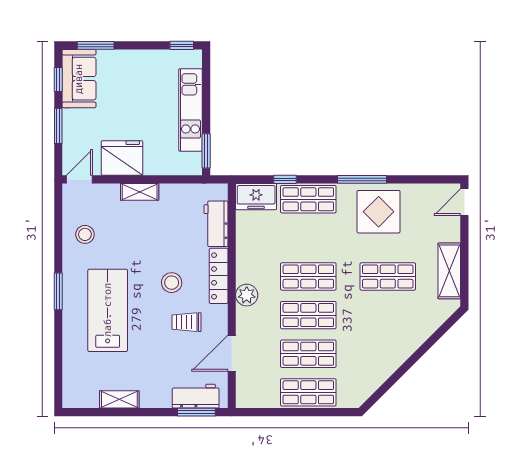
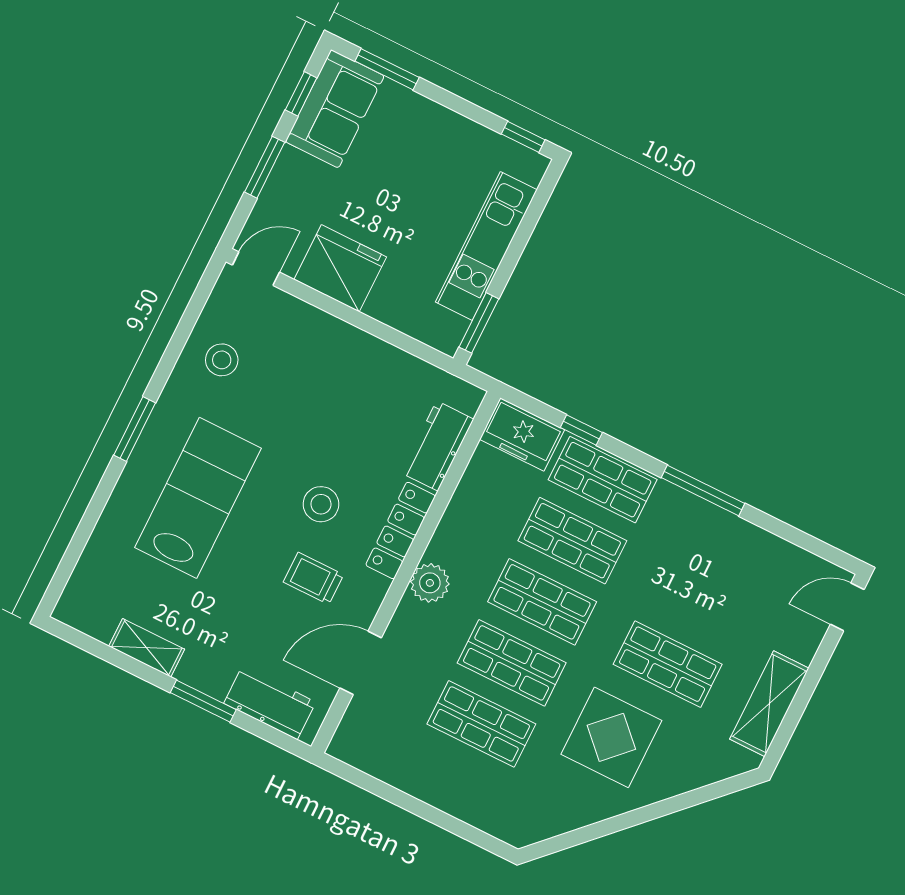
shelving: (140, 192) -> (342, 336), removed
display table: (379, 212) -> (611, 737), moved
shop shelf: (308, 392) -> (572, 541), moved
window: (196, 412) -> (203, 701), moved

